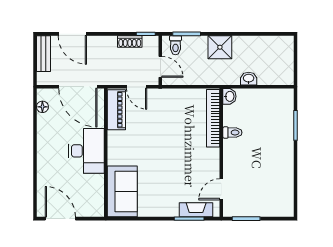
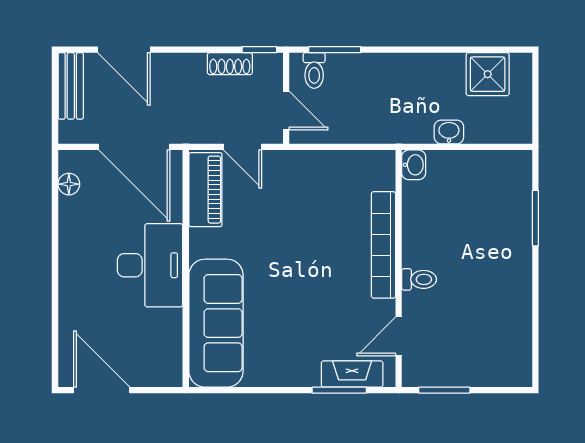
shower: (220, 47) -> (488, 74), moved
bookcase: (213, 118) -> (383, 245), moved
toilet: (232, 133) -> (419, 279), moved
sofa: (122, 191) -> (216, 323), width x1.36

